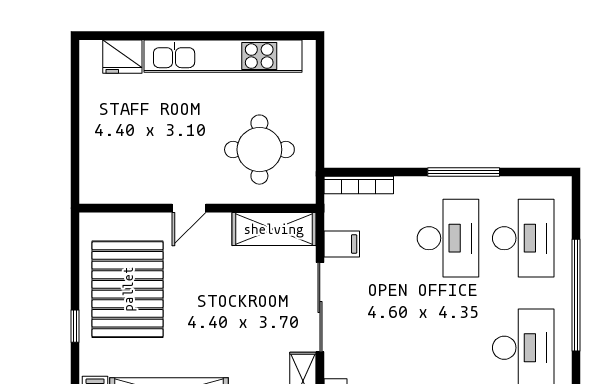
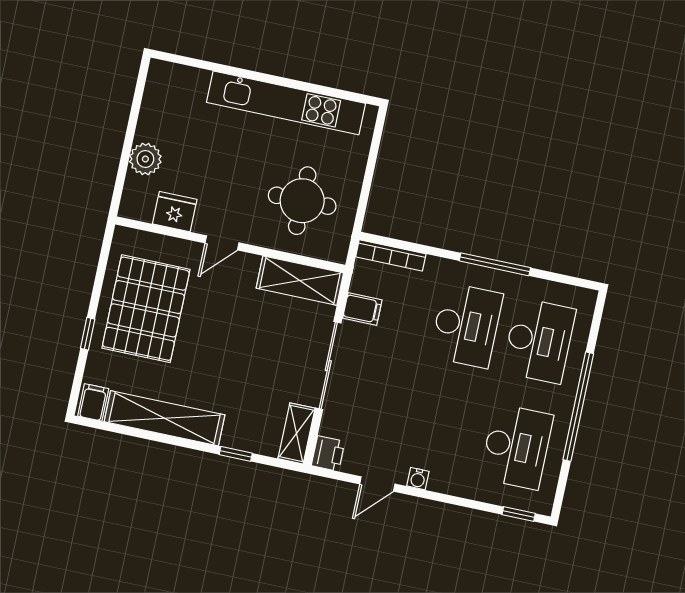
fridge: (122, 57) -> (175, 212), moved, turned 180
plant: (96, 141) -> (145, 159), added

